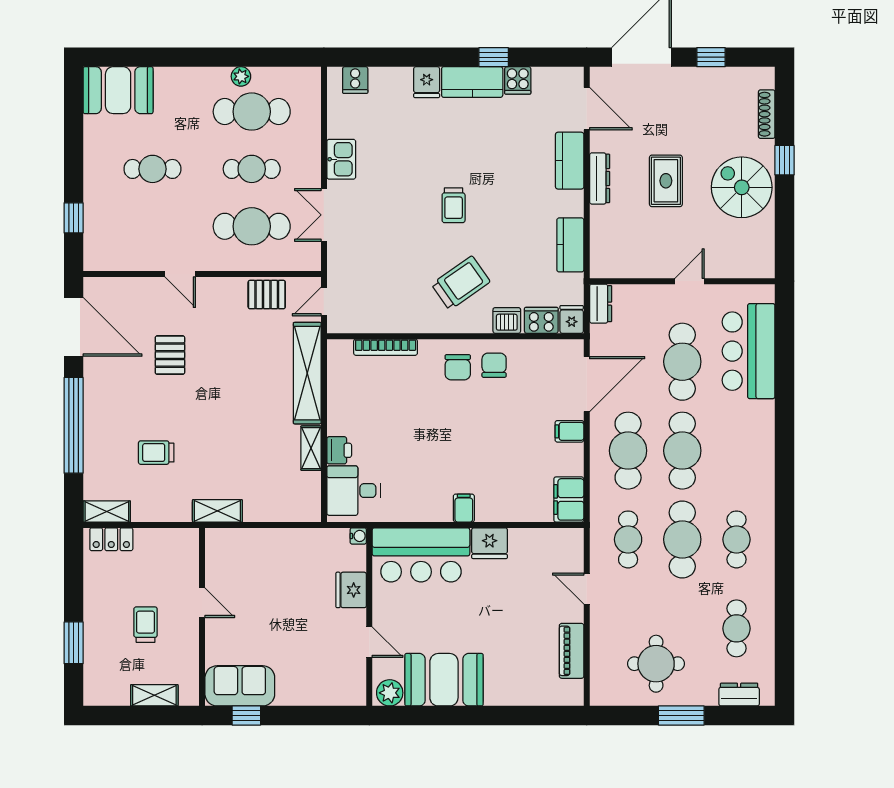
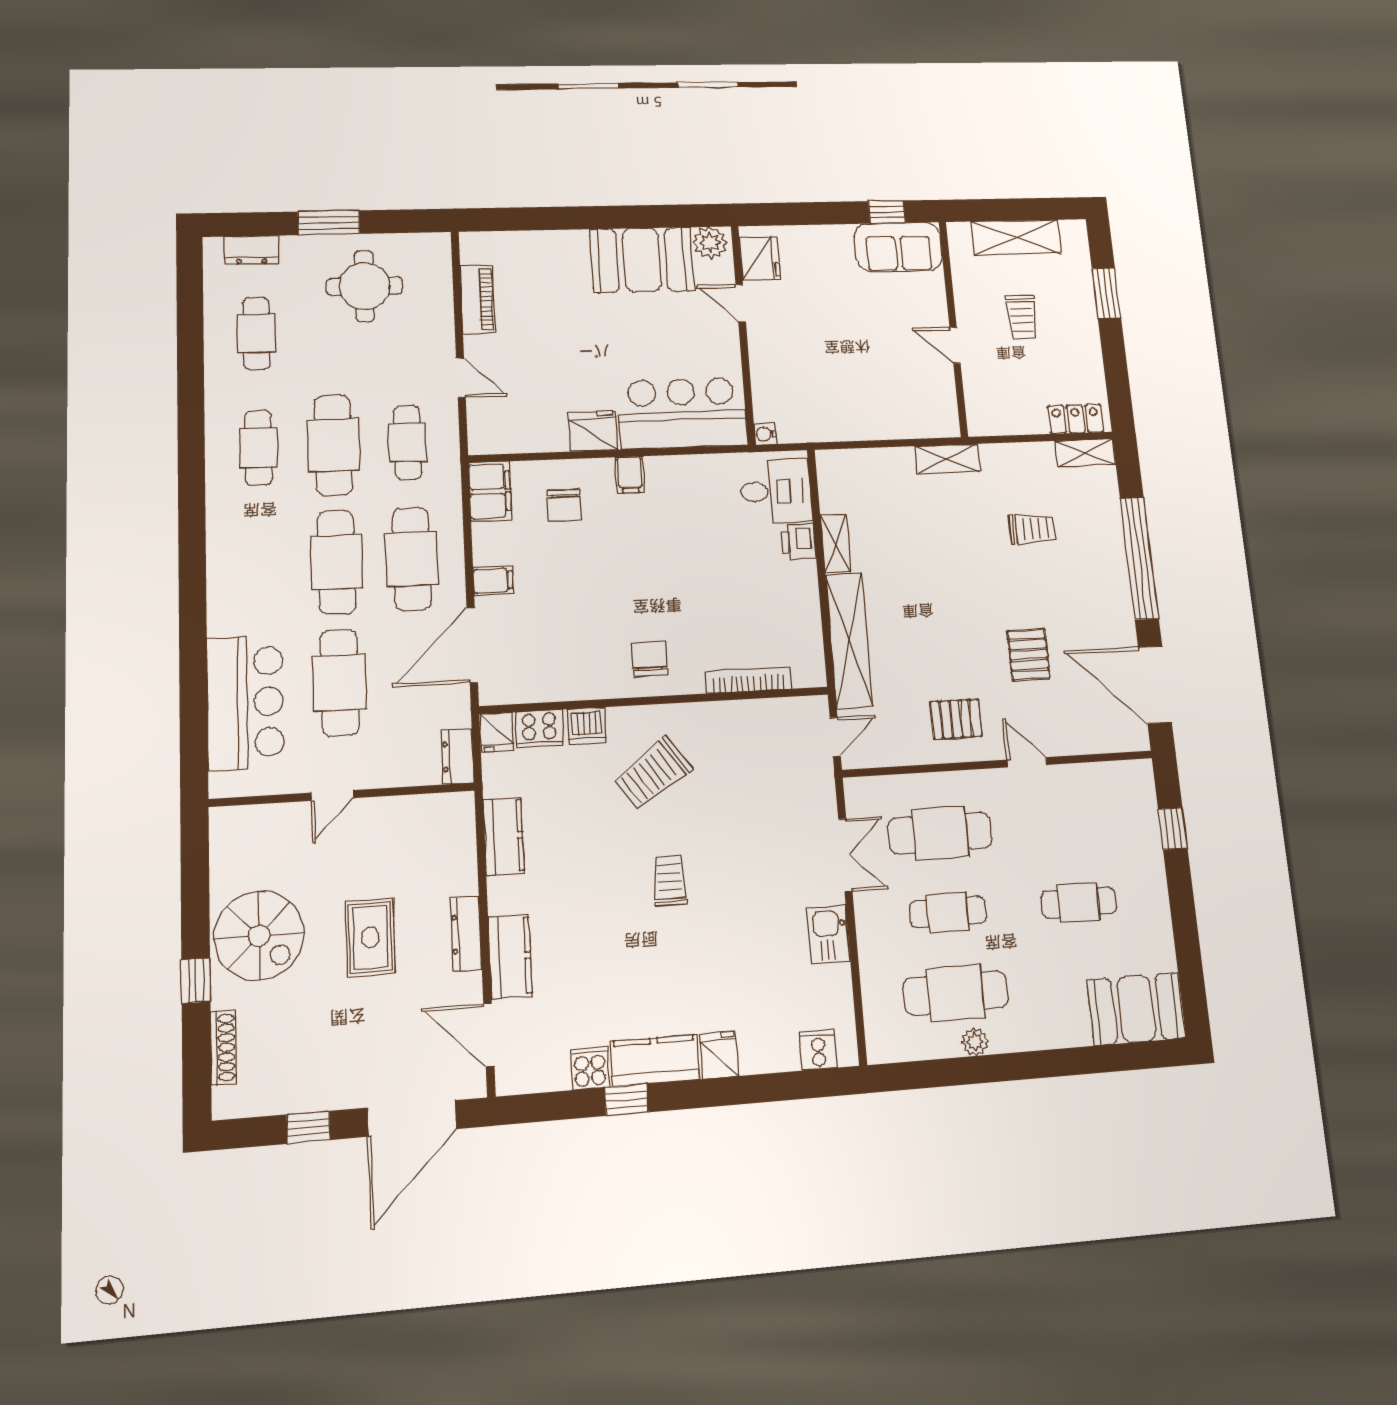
pallet: (267, 295) -> (956, 719), moved
chair: (494, 365) -> (564, 505), moved
fridge: (351, 590) -> (760, 258), moved
shelving: (154, 695) -> (1016, 237), width x1.50, depth x1.33

